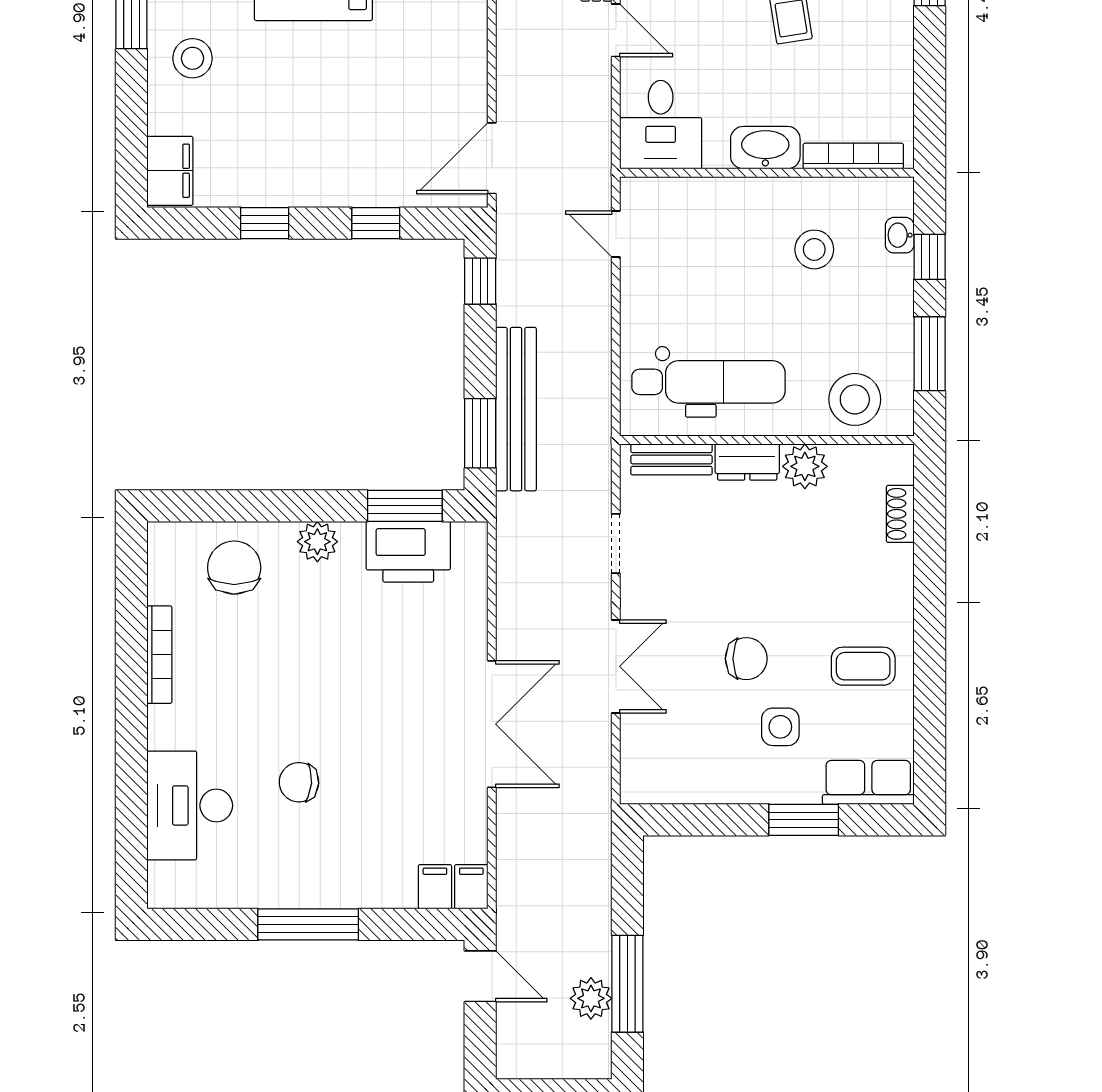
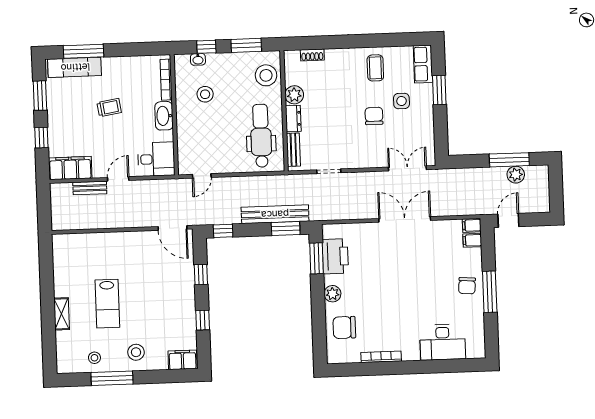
double door: (616, 666) -> (407, 168), moved
chair: (299, 782) -> (467, 286), moved

